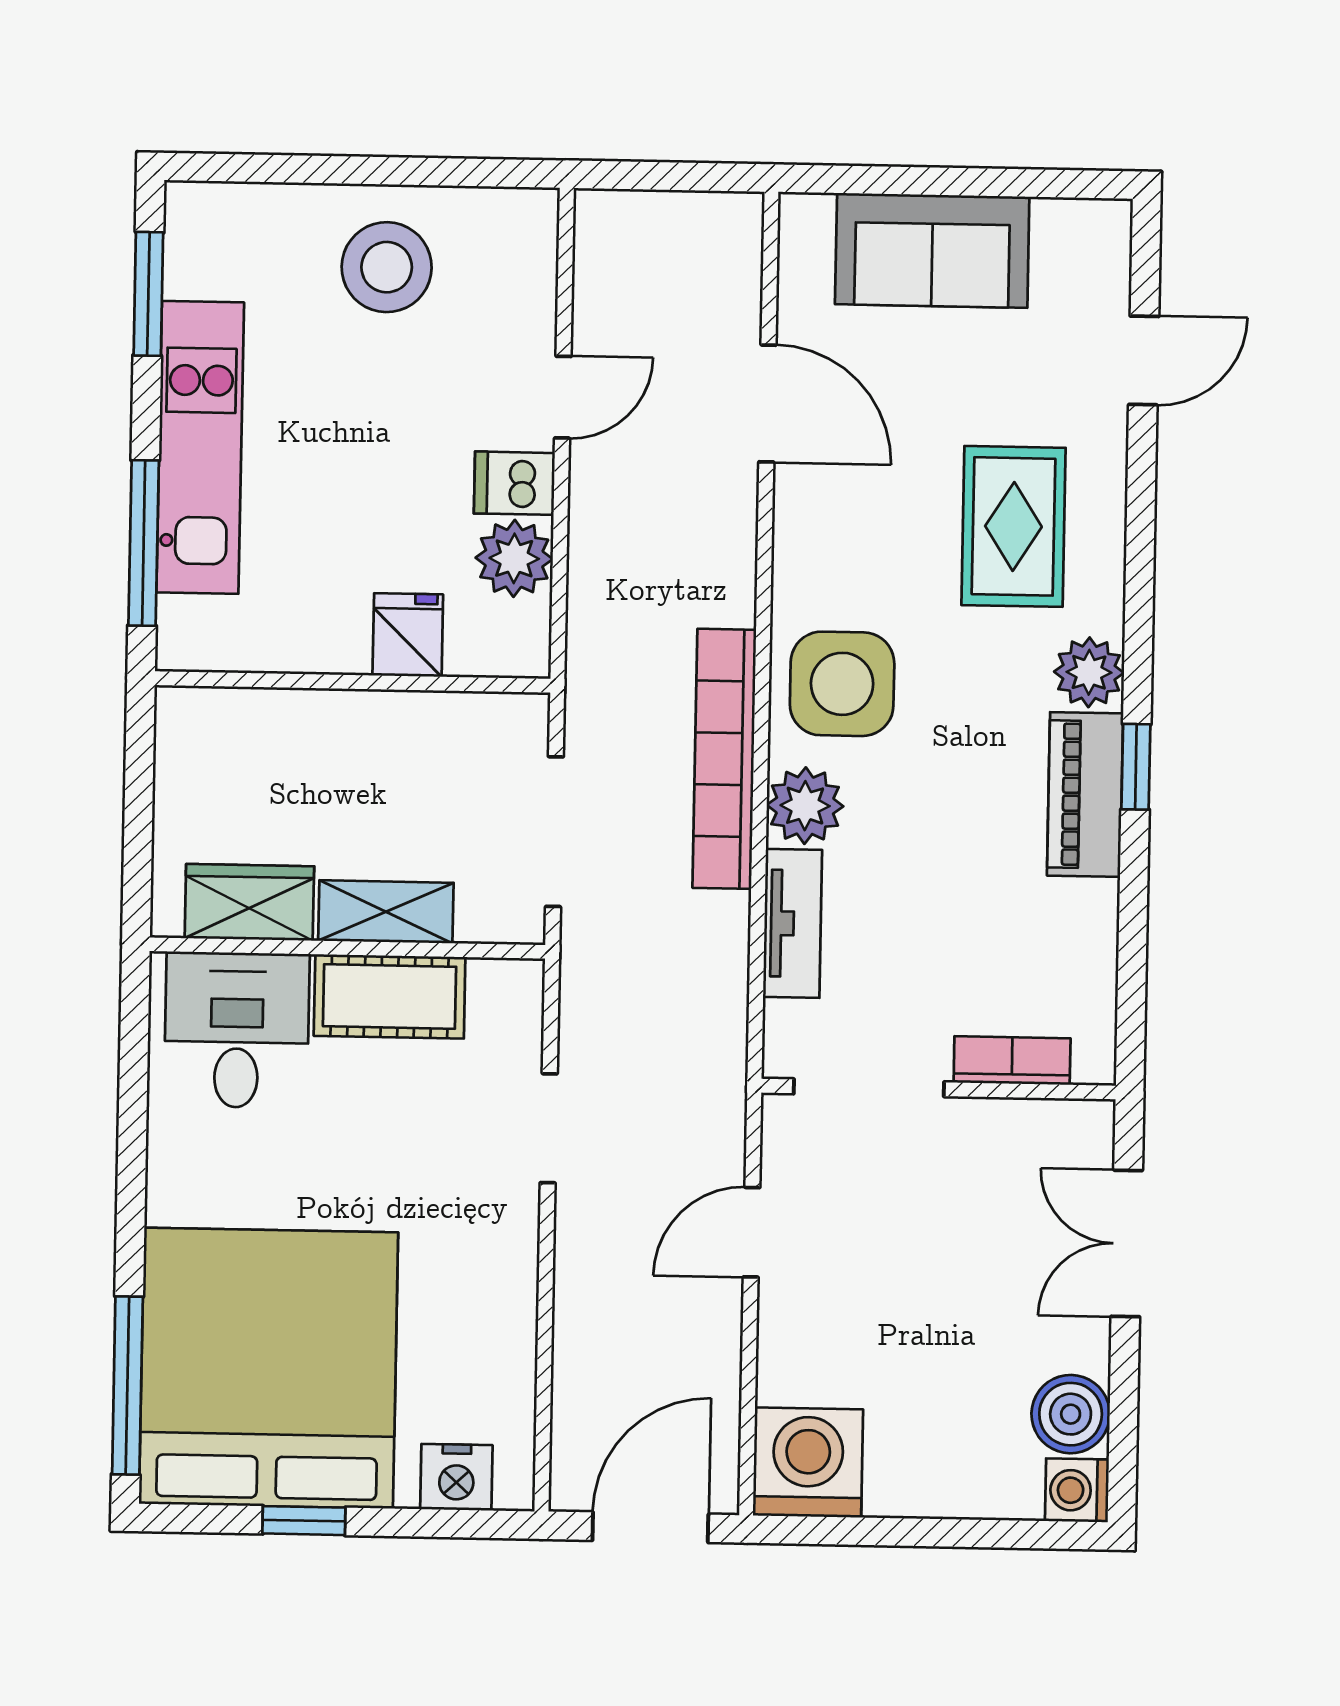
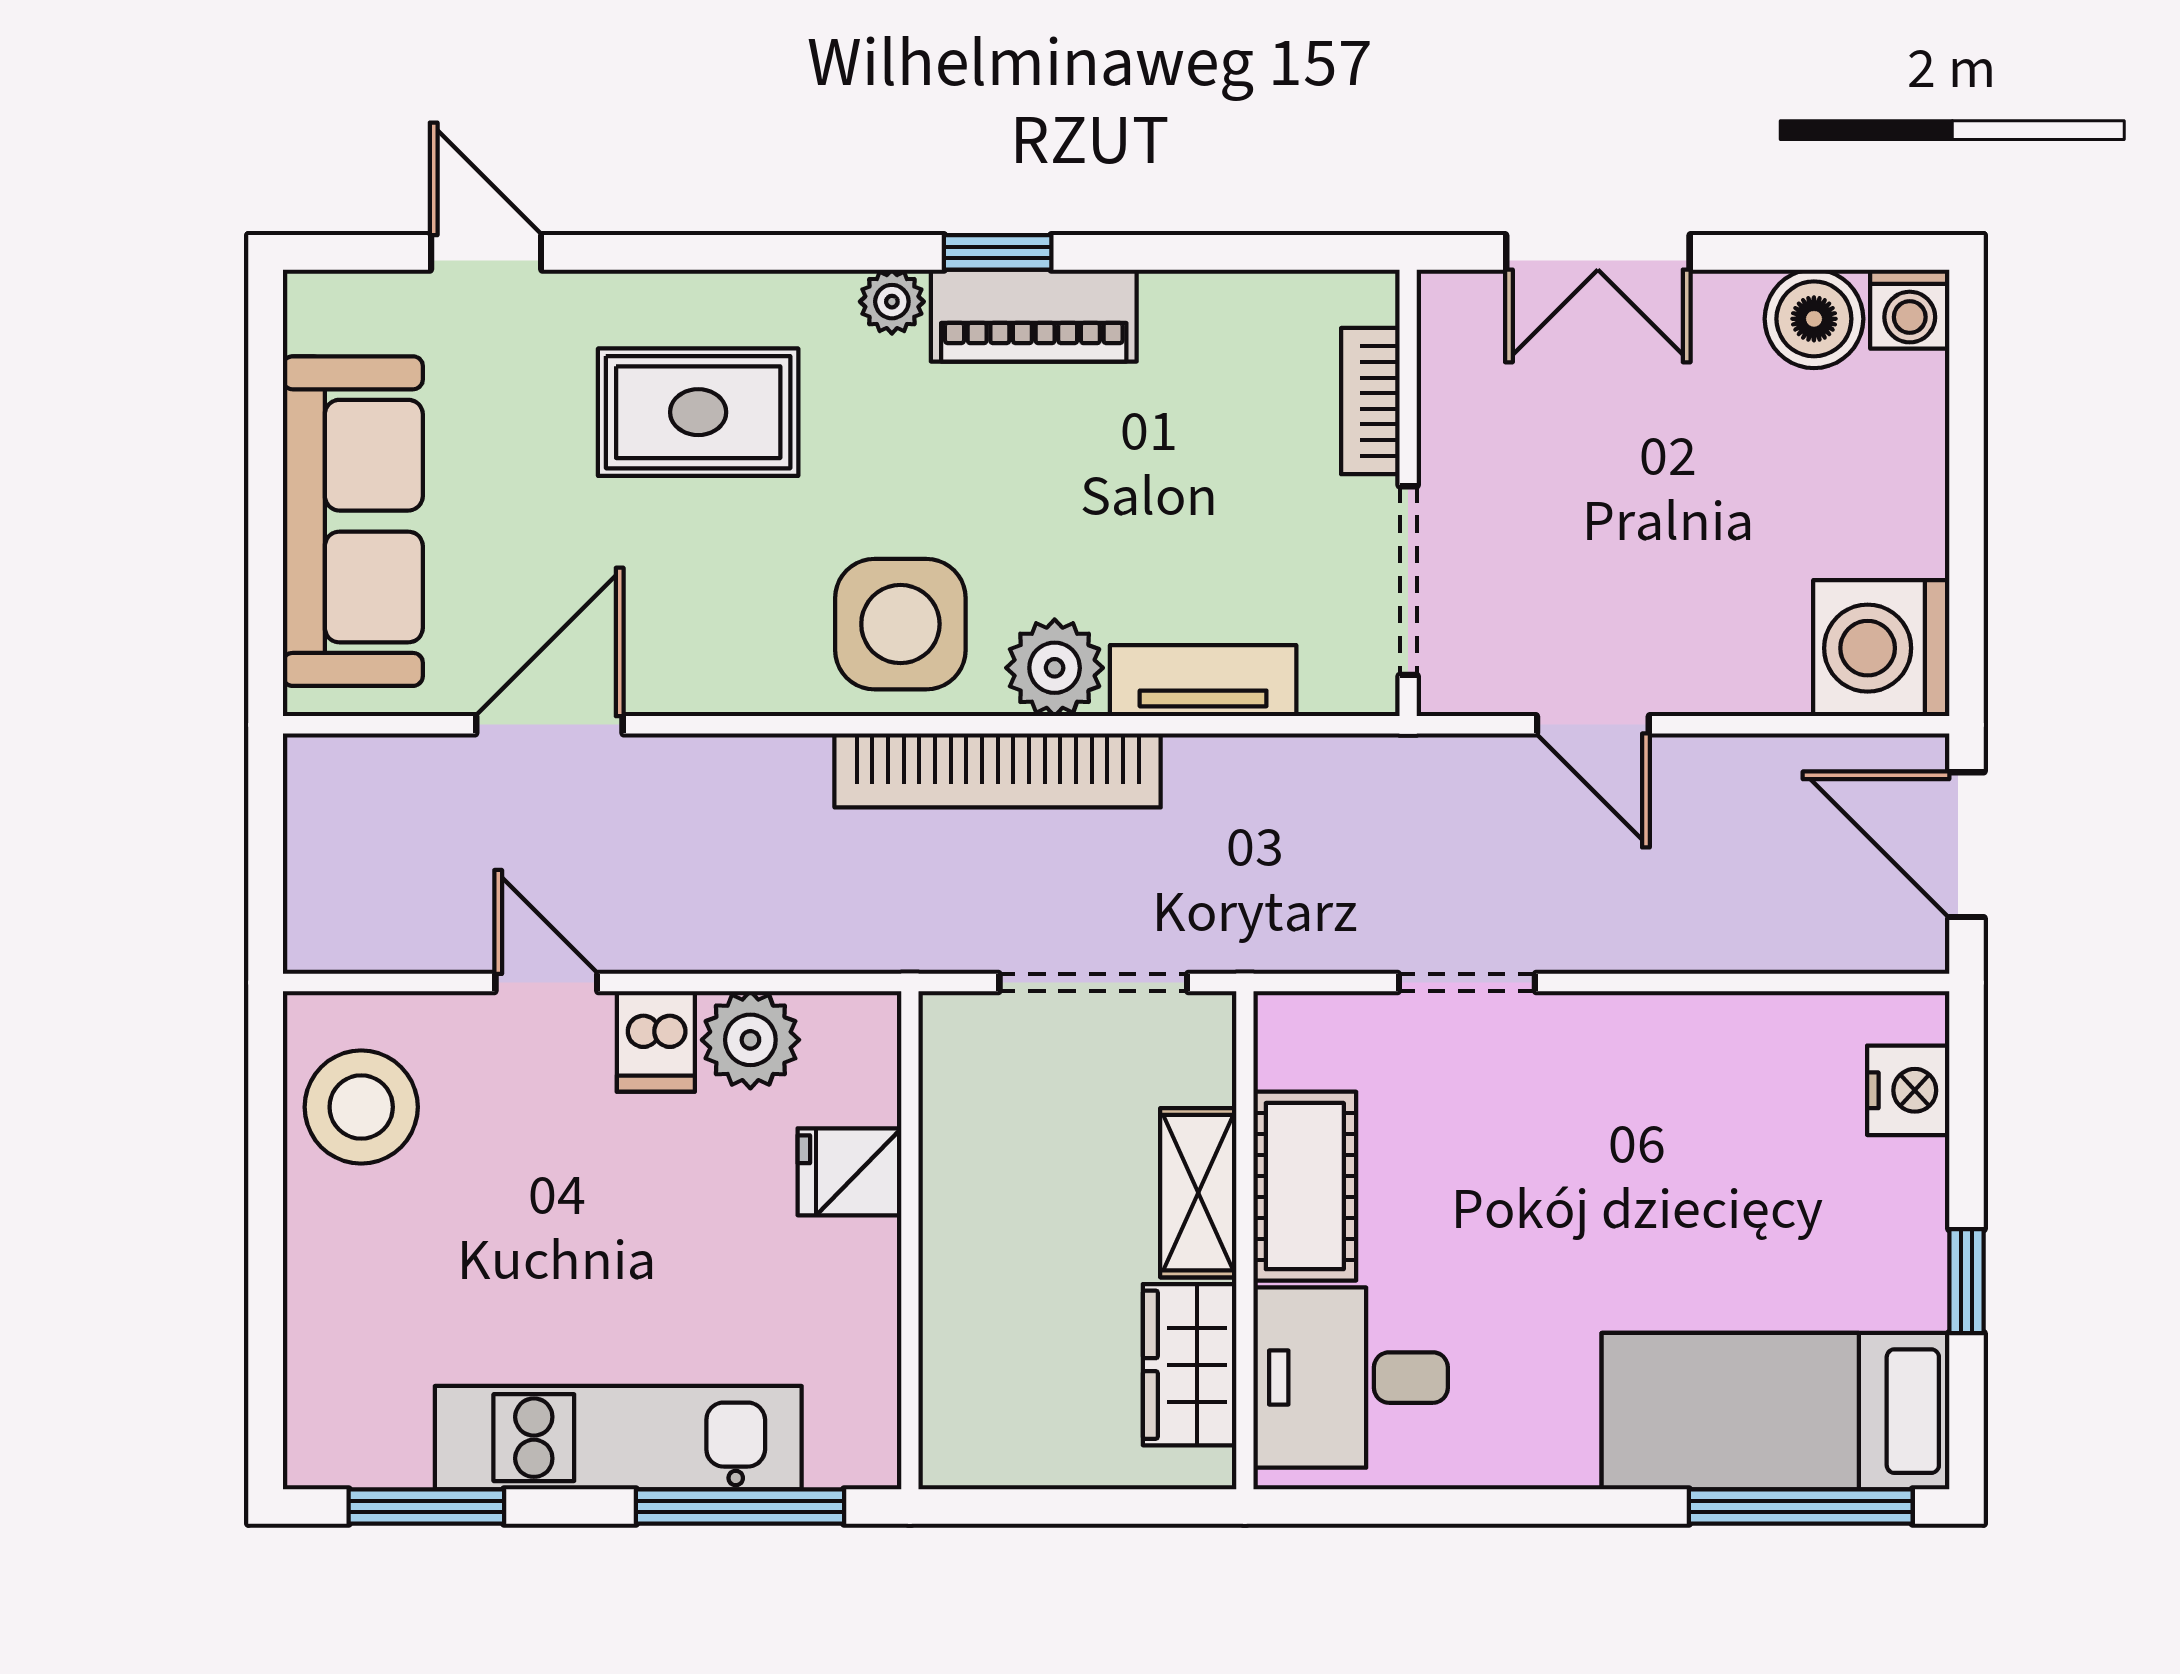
sofa: (932, 250) -> (353, 521), width x1.36
stool: (387, 267) -> (361, 1107), moved
plant: (1089, 672) -> (892, 302), width x0.73, depth x0.73
bed: (269, 1368) -> (1775, 1411), width x0.49

